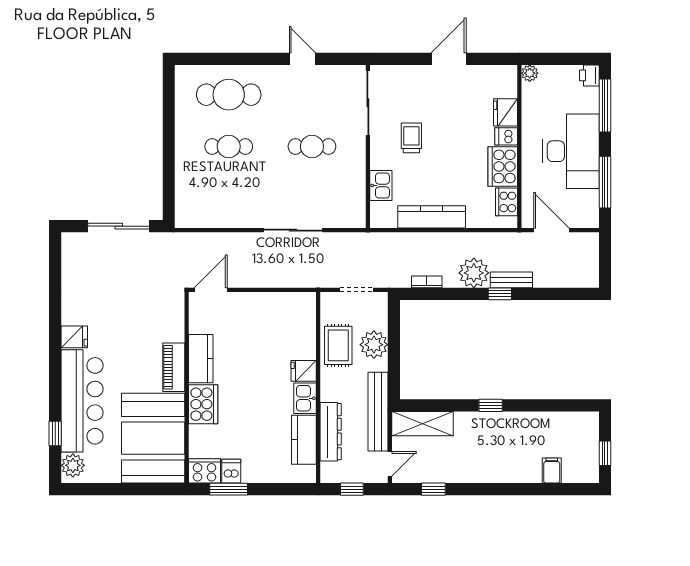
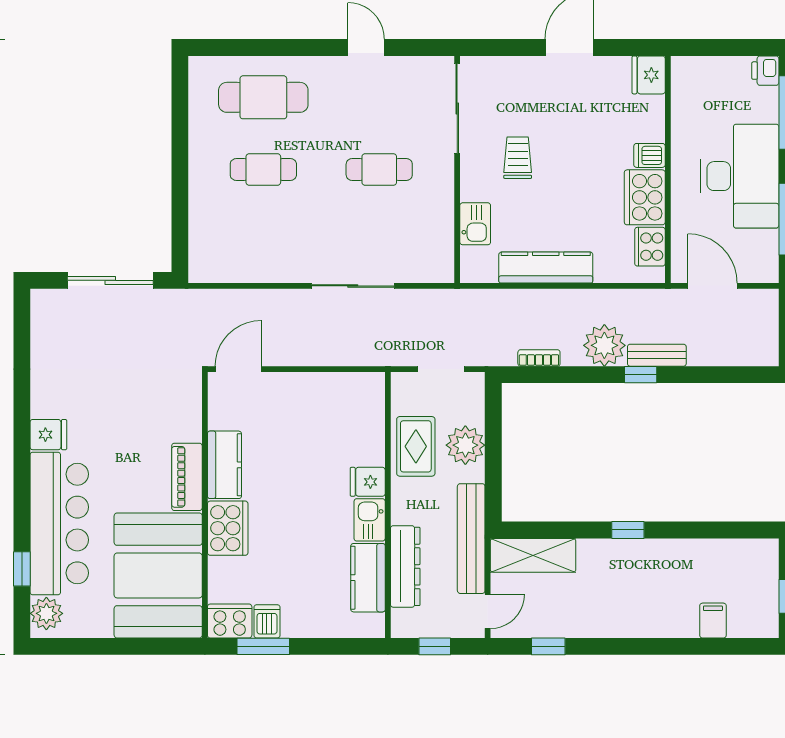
plant: (530, 73) -> (682, 67), removed
fridge: (506, 112) -> (649, 75), moved

